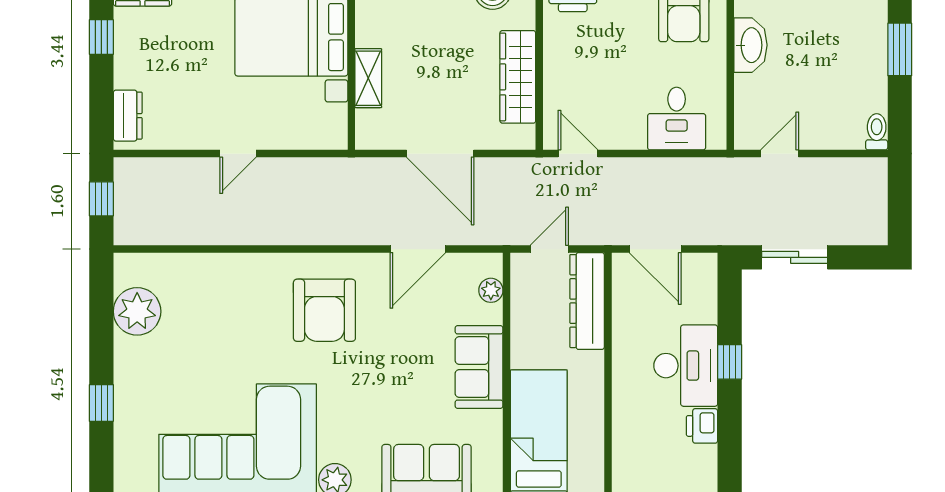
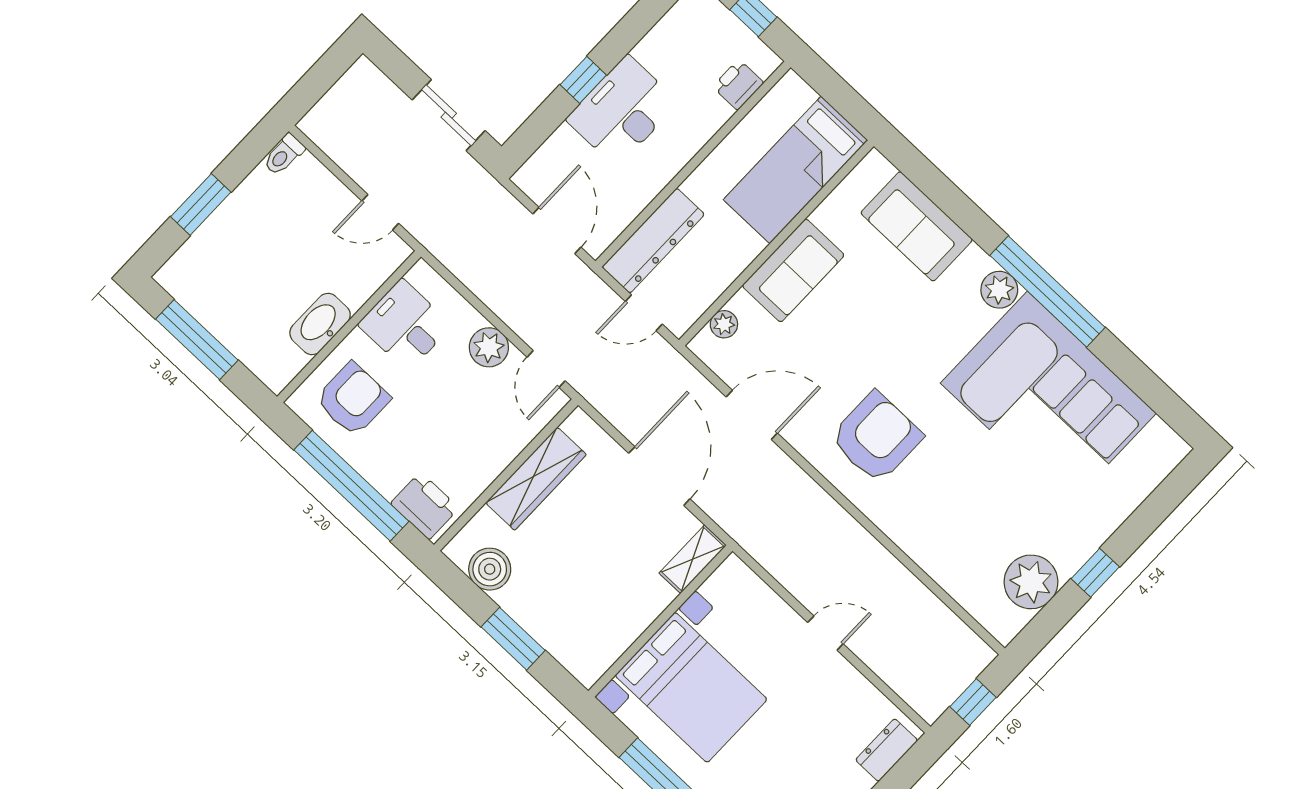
shelving: (368, 78) -> (693, 559), moved
desk: (677, 119) -> (405, 325), moved, turned -90
plant: (628, 133) -> (489, 347), added
window: (101, 403) -> (1095, 573), moved
printer: (702, 426) -> (738, 85), moved, turned 180

